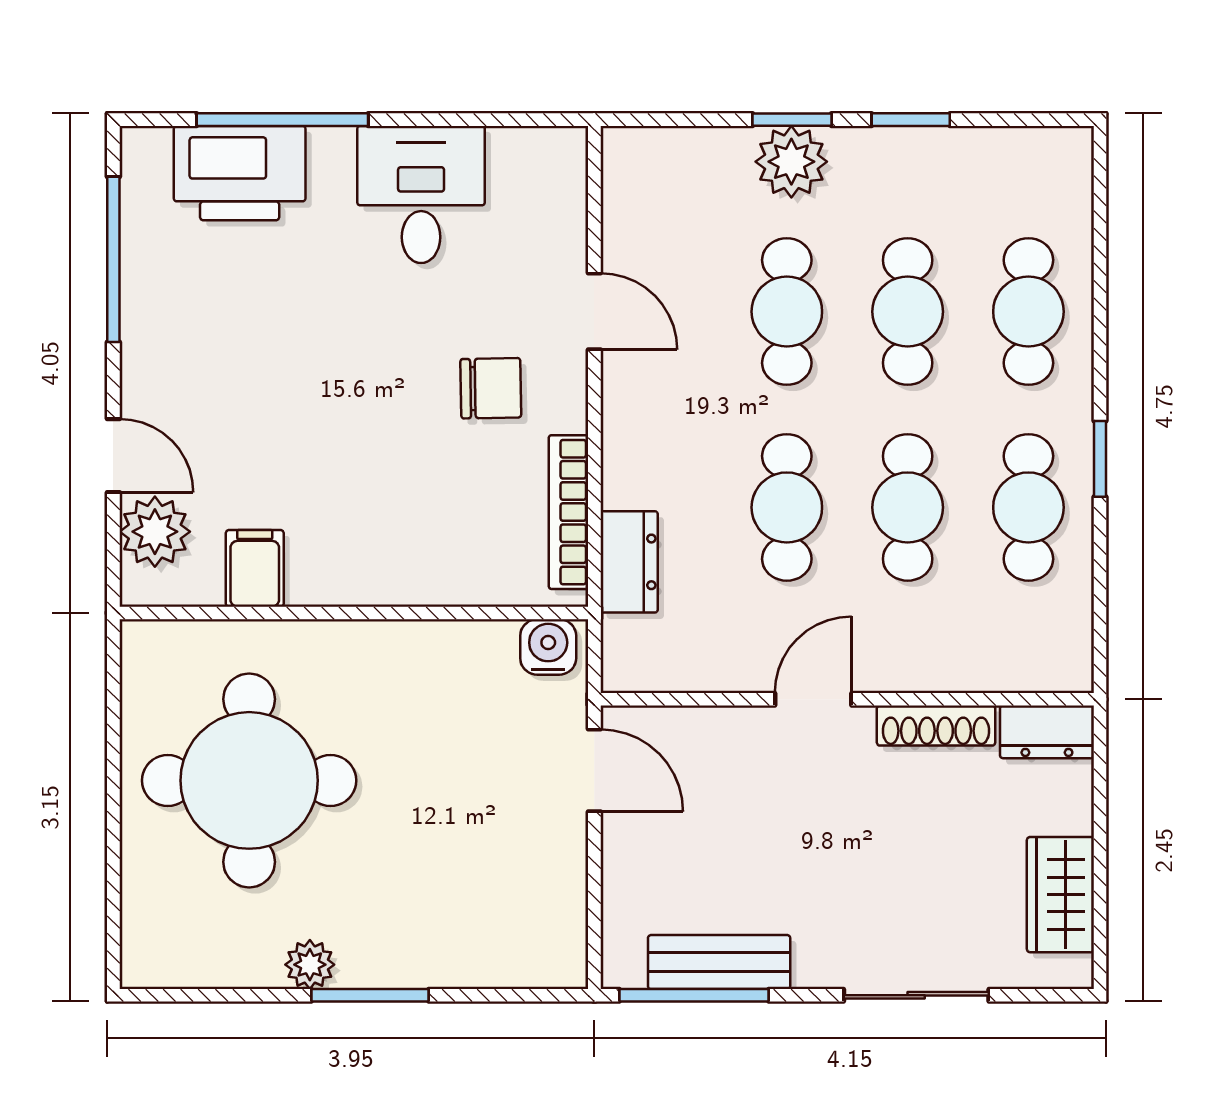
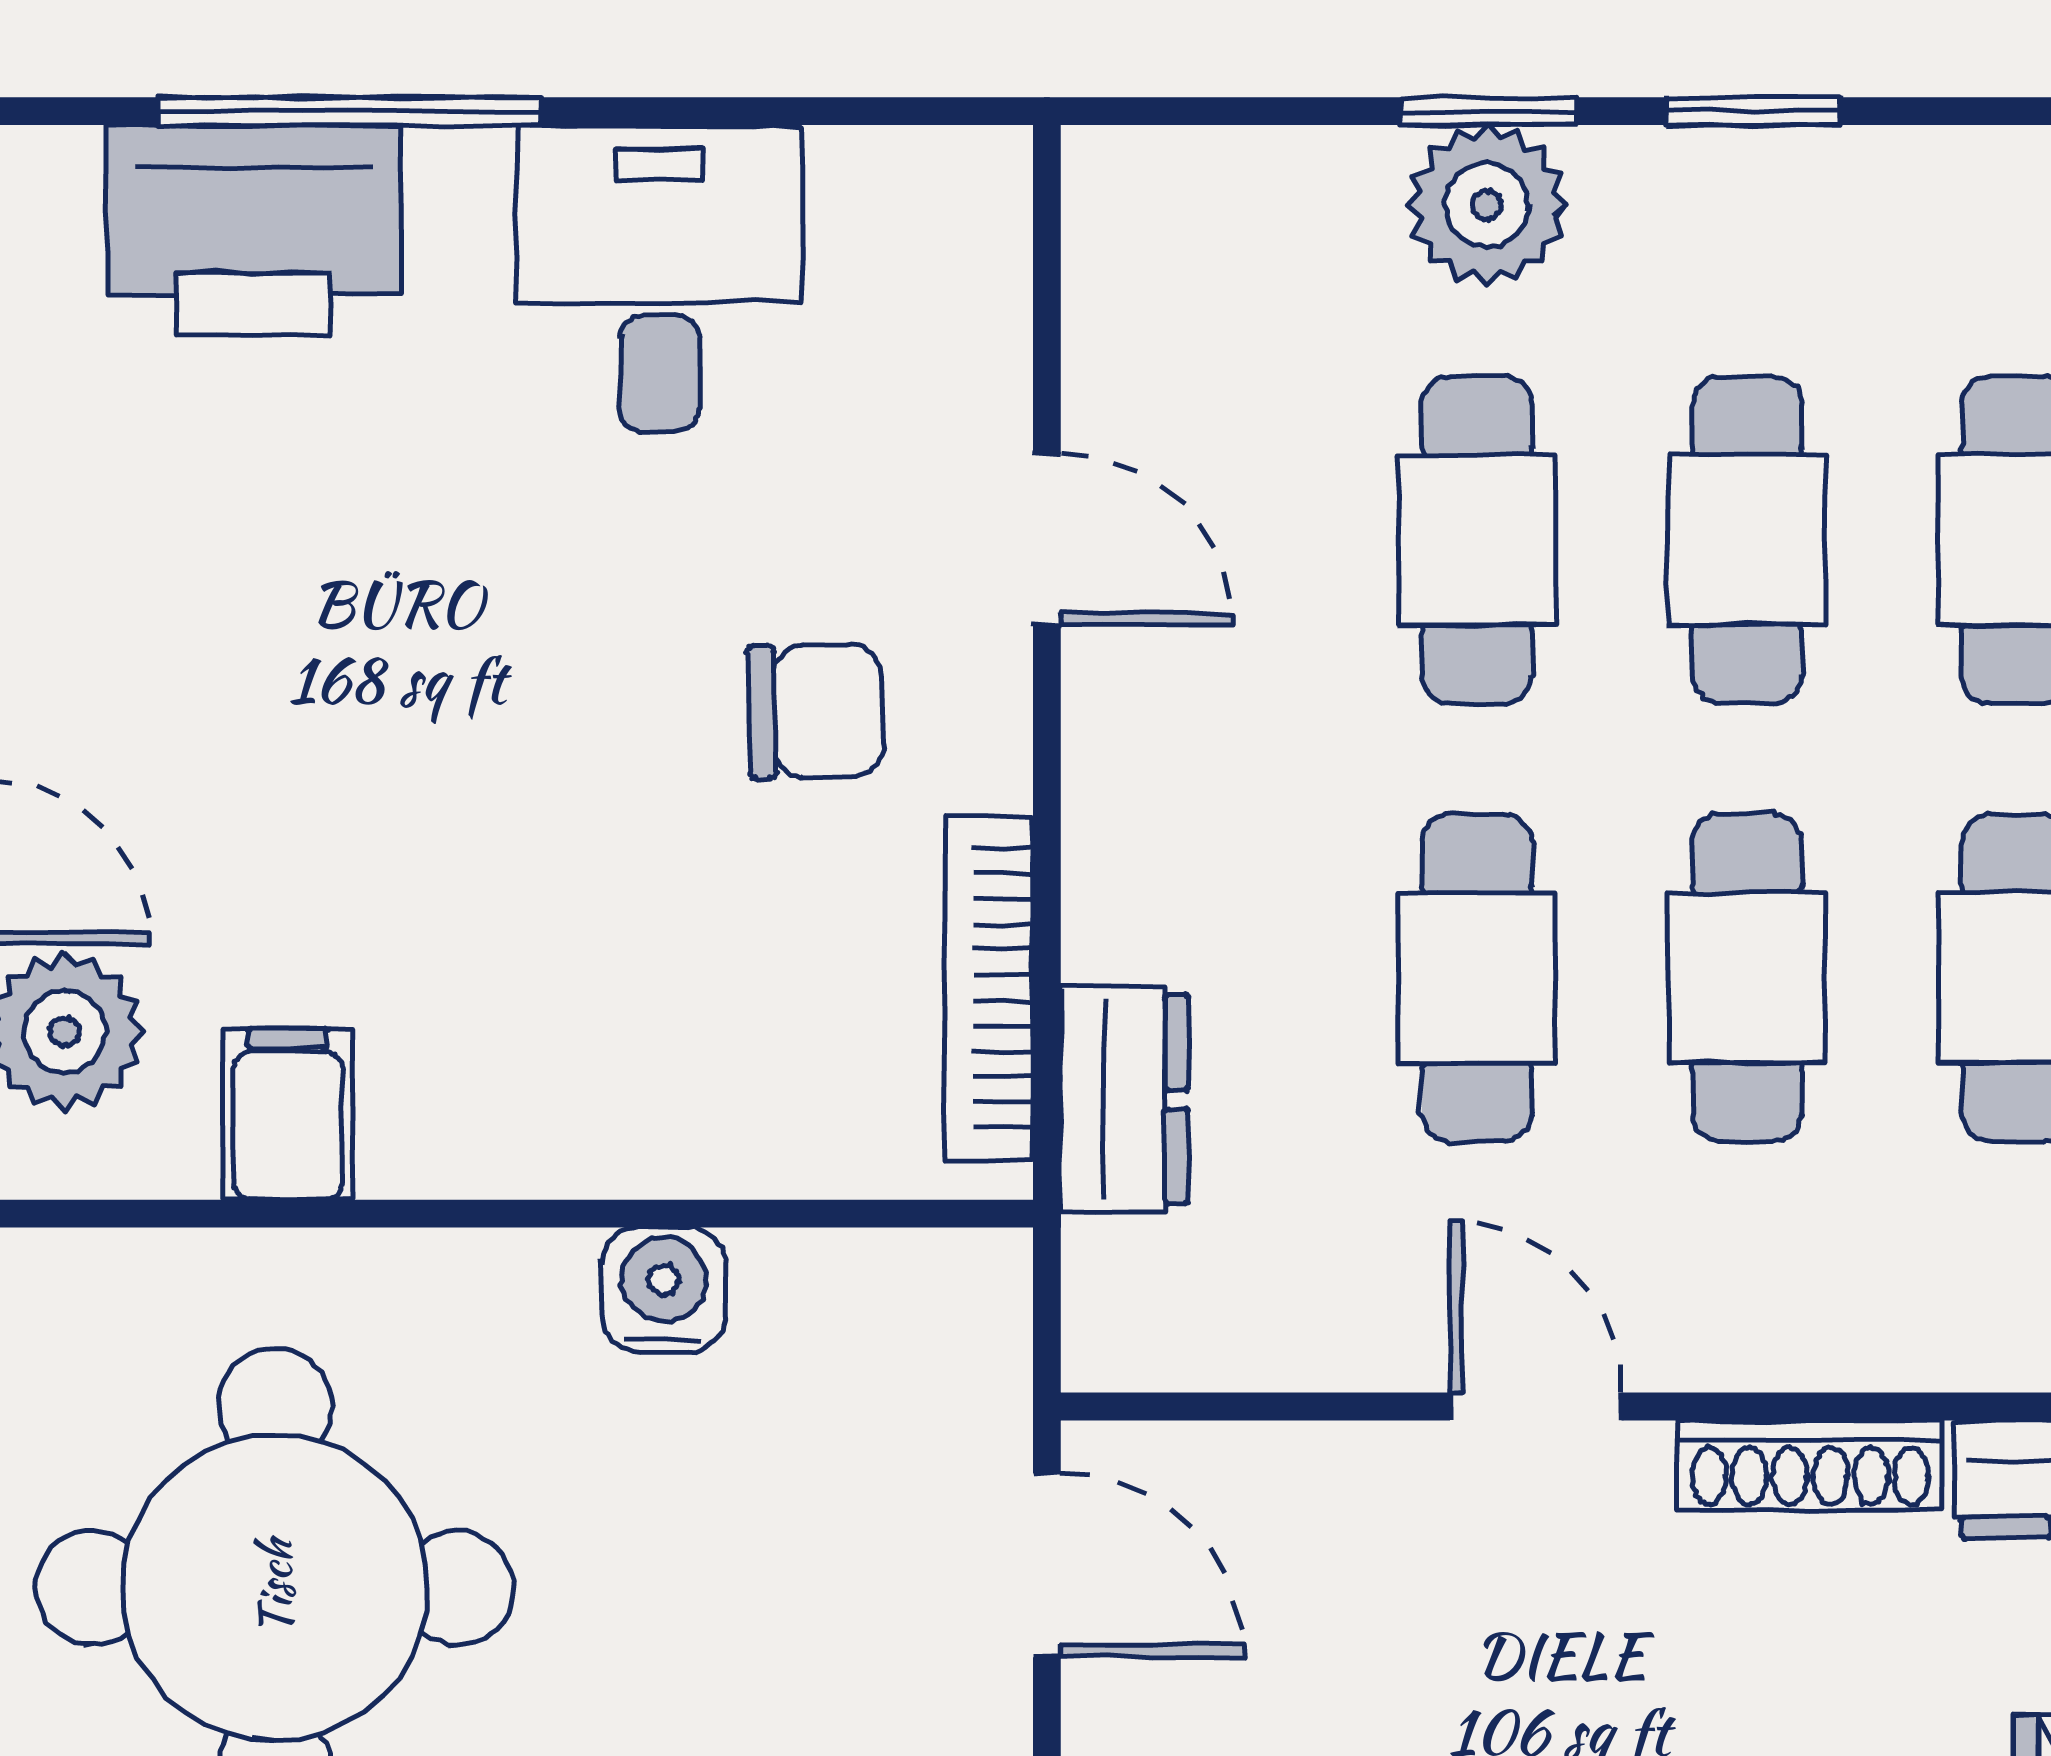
water cooler: (548, 647) -> (664, 1290), moved
door: (813, 699) -> (1536, 1406), hinge flipped

